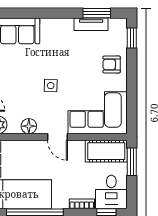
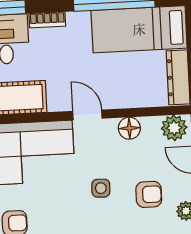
armchair: (18, 80) -> (149, 194), added

